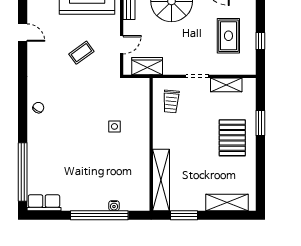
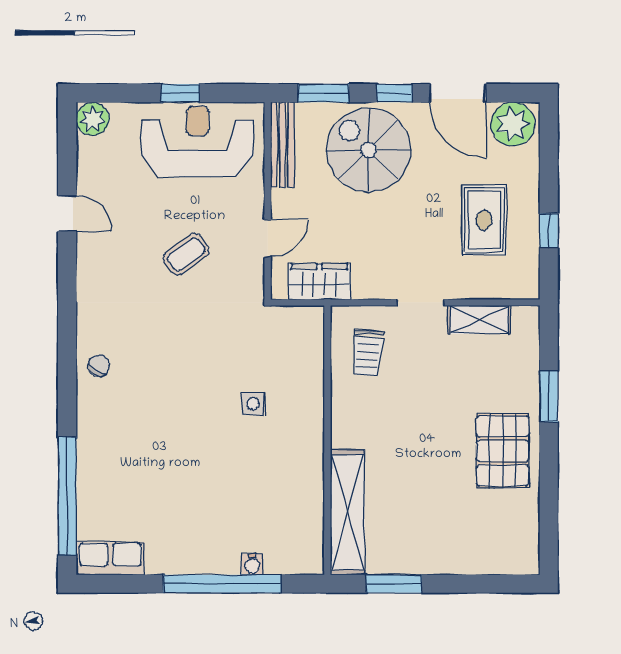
pallet: (232, 138) -> (503, 451), moved
shelving: (227, 202) -> (481, 558), removed

